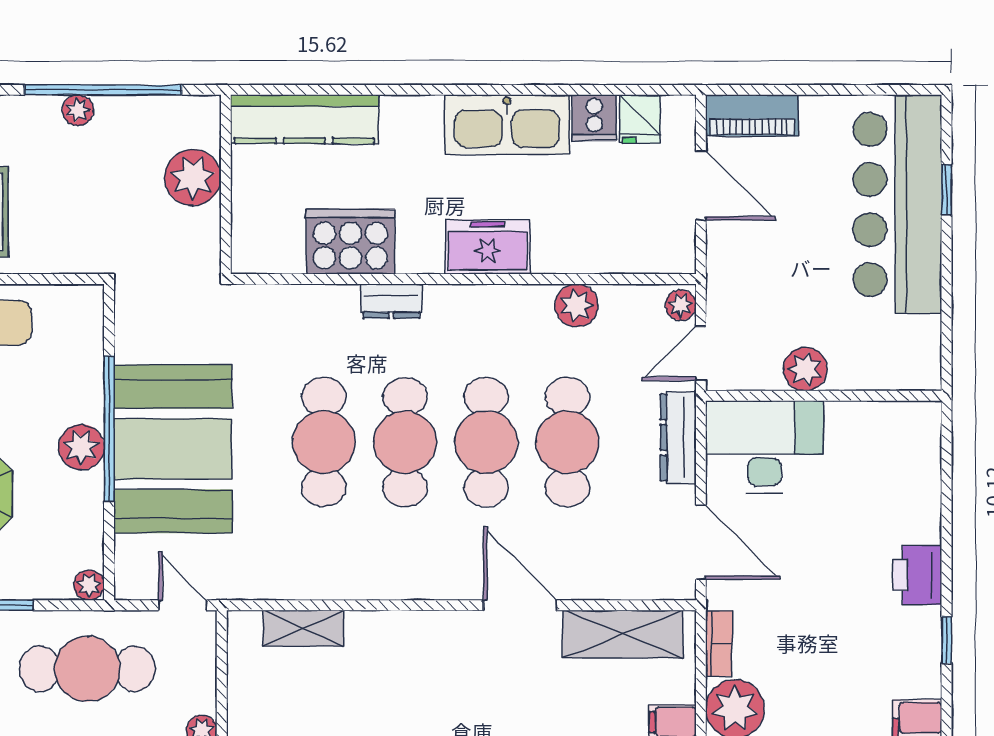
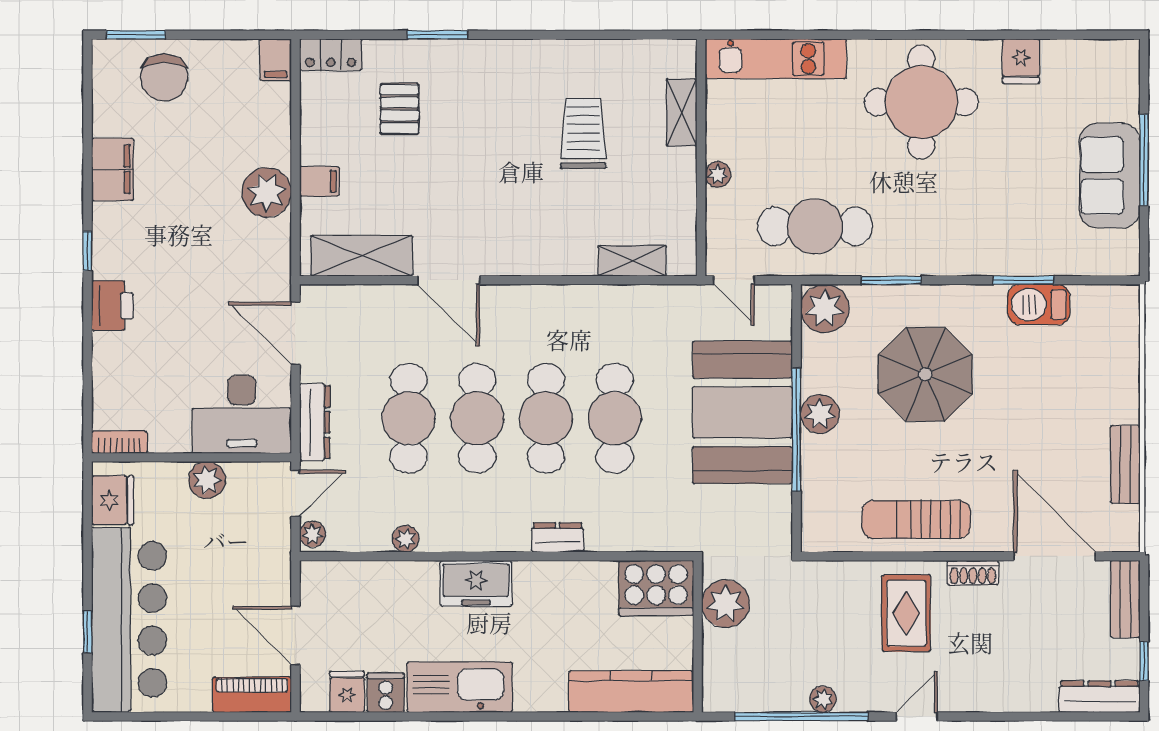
plant: (193, 178) -> (726, 604), moved
cooker: (351, 242) -> (656, 588), moved
plant: (577, 305) -> (406, 539), width x0.73, depth x0.73
fridge: (917, 345) -> (113, 500), added
plant: (89, 585) -> (825, 308), width x1.88, depth x1.88
bookcase: (719, 644) -> (119, 442), moved, turned 90

